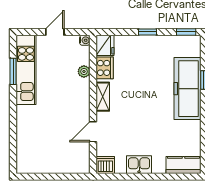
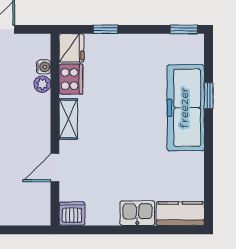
window: (148, 32) -> (106, 29), moved
water cooler: (85, 40) -> (44, 67), moved
kitchen sink: (139, 165) -> (137, 213), moved

